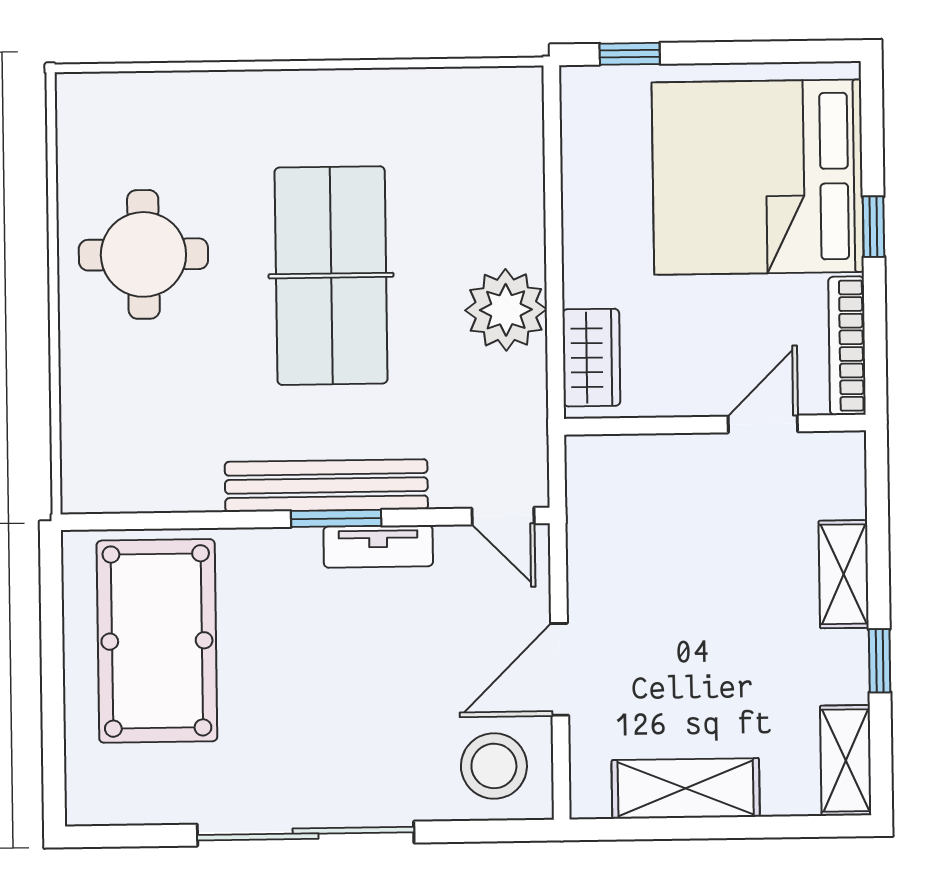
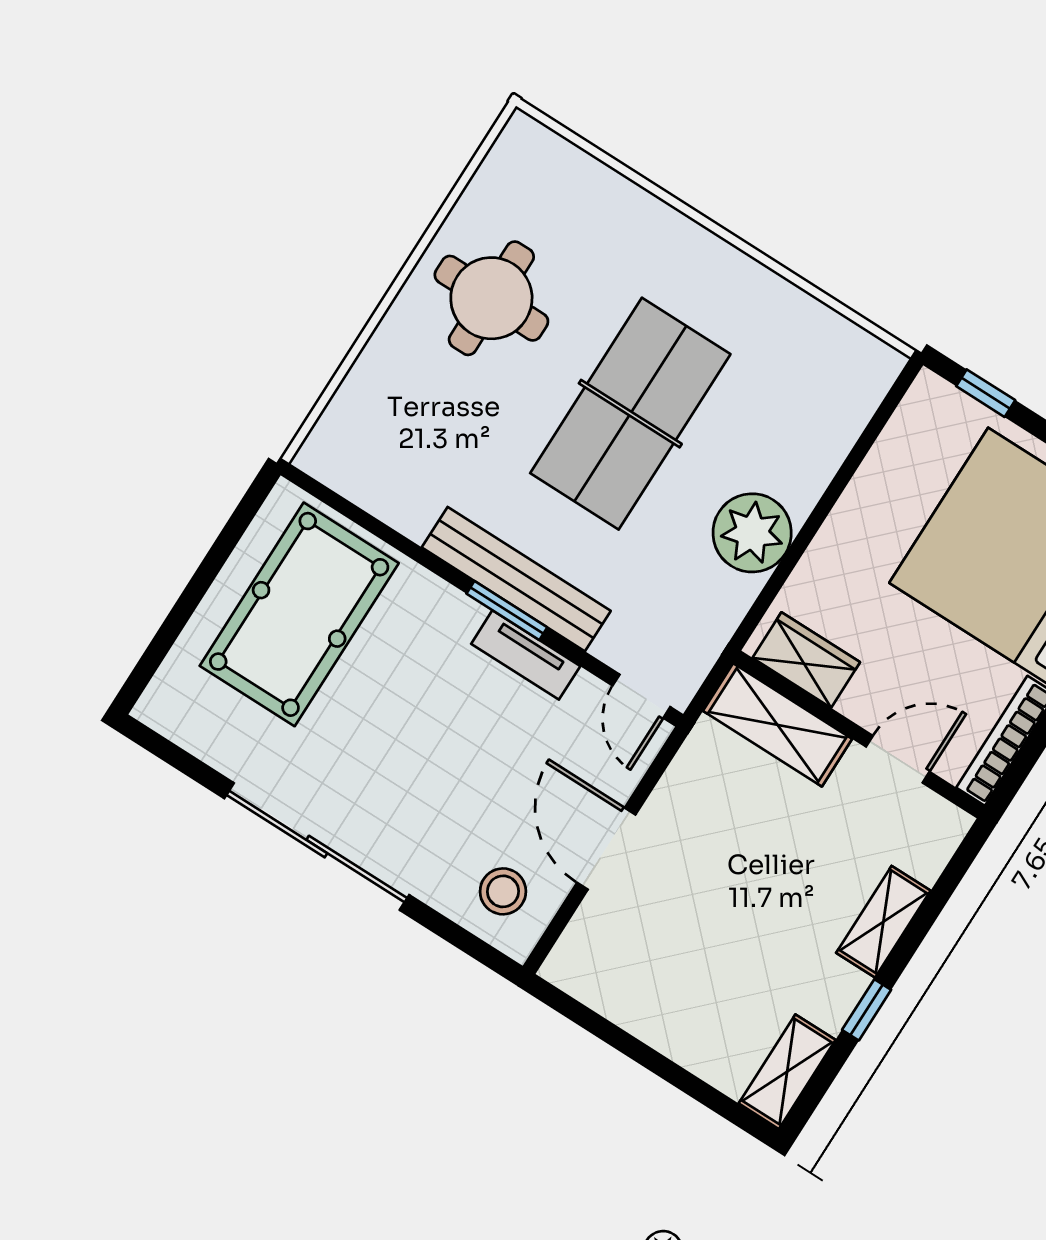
wardrobe: (591, 358) -> (806, 660), moved, turned -90
door: (560, 669) -> (606, 849), hinge flipped
stool: (494, 766) -> (503, 891), width x0.73, depth x0.73
shelving: (686, 788) -> (778, 725), moved

